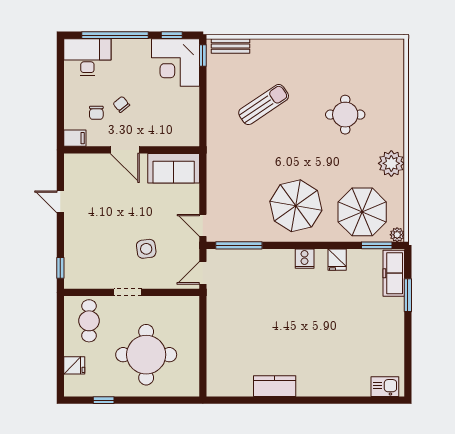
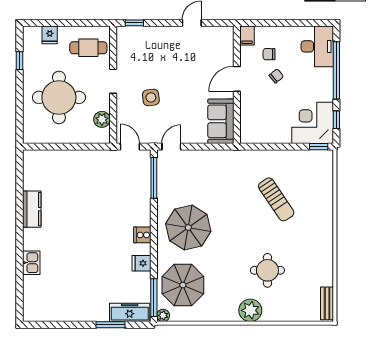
bench: (230, 46) -> (327, 303), moved
plant: (391, 163) -> (250, 310), moved
window: (377, 245) -> (154, 298), width x1.44
plant: (171, 305) -> (102, 119), added
kitchen sink: (385, 387) -> (31, 263), moved

